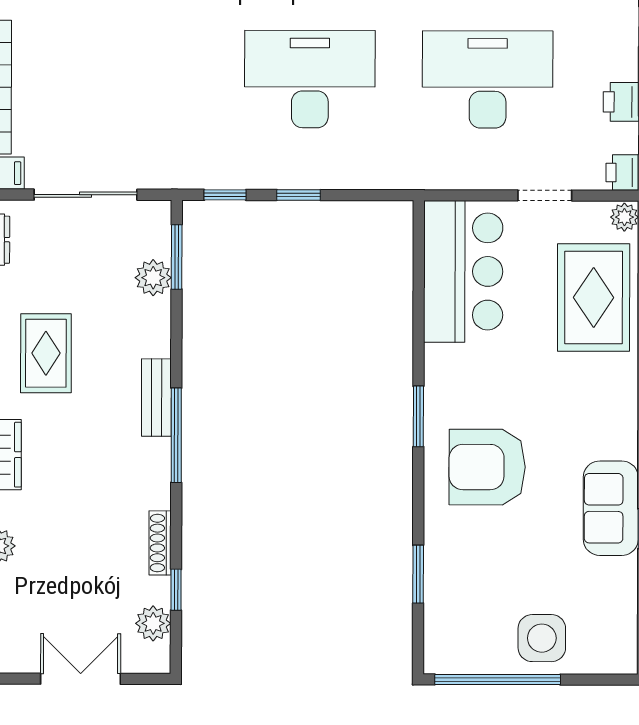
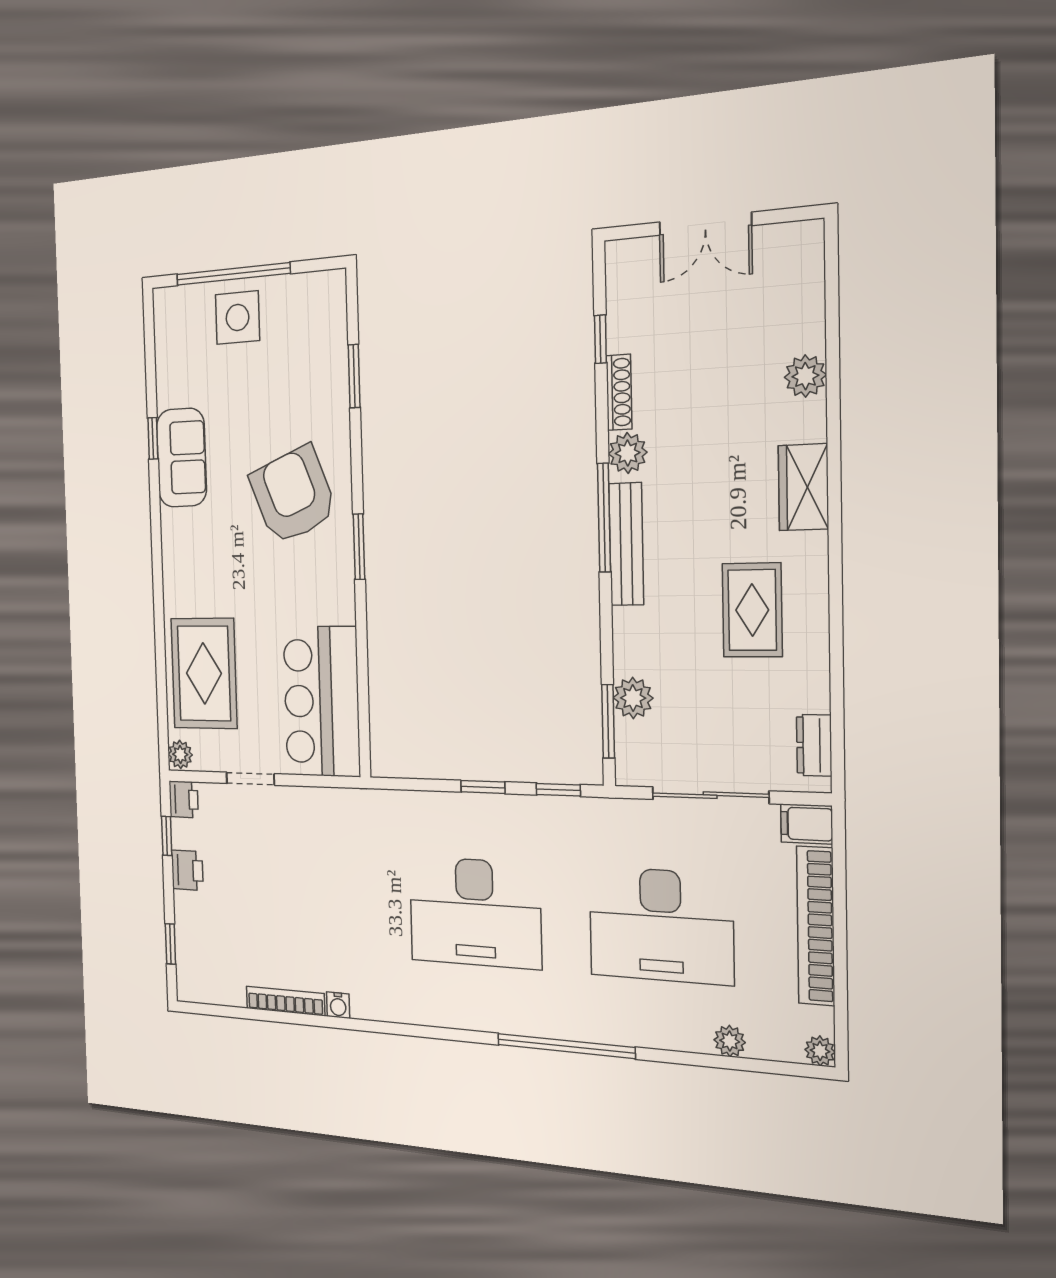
desk: (488, 79) -> (661, 925), moved
bench: (156, 398) -> (626, 544), width x1.36
armchair: (487, 467) -> (293, 495), turned -112
plant: (153, 623) -> (628, 453), moved
window: (498, 679) -> (233, 274), moved

